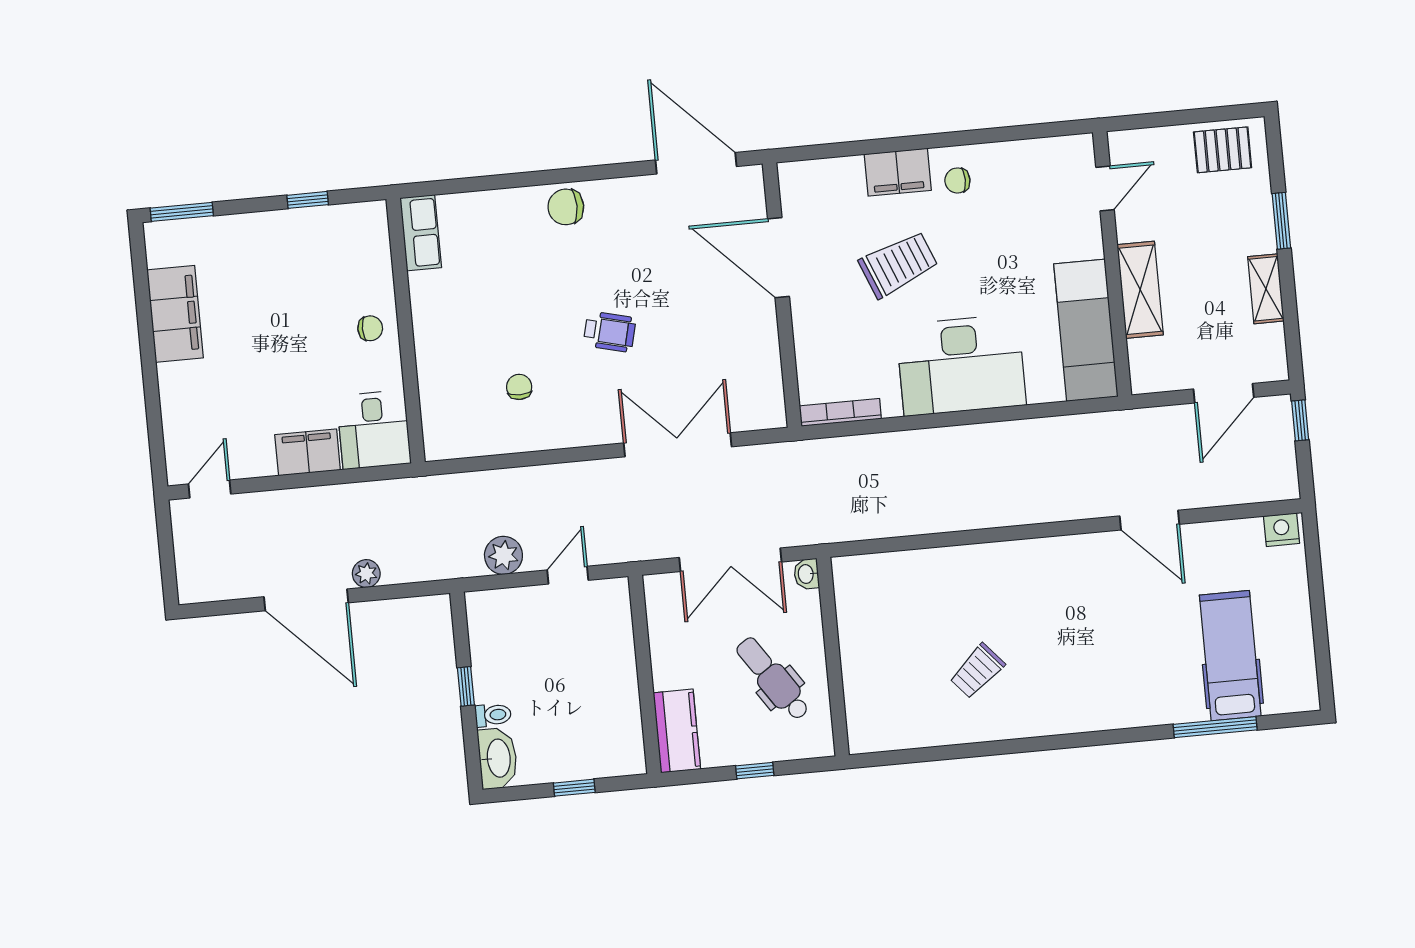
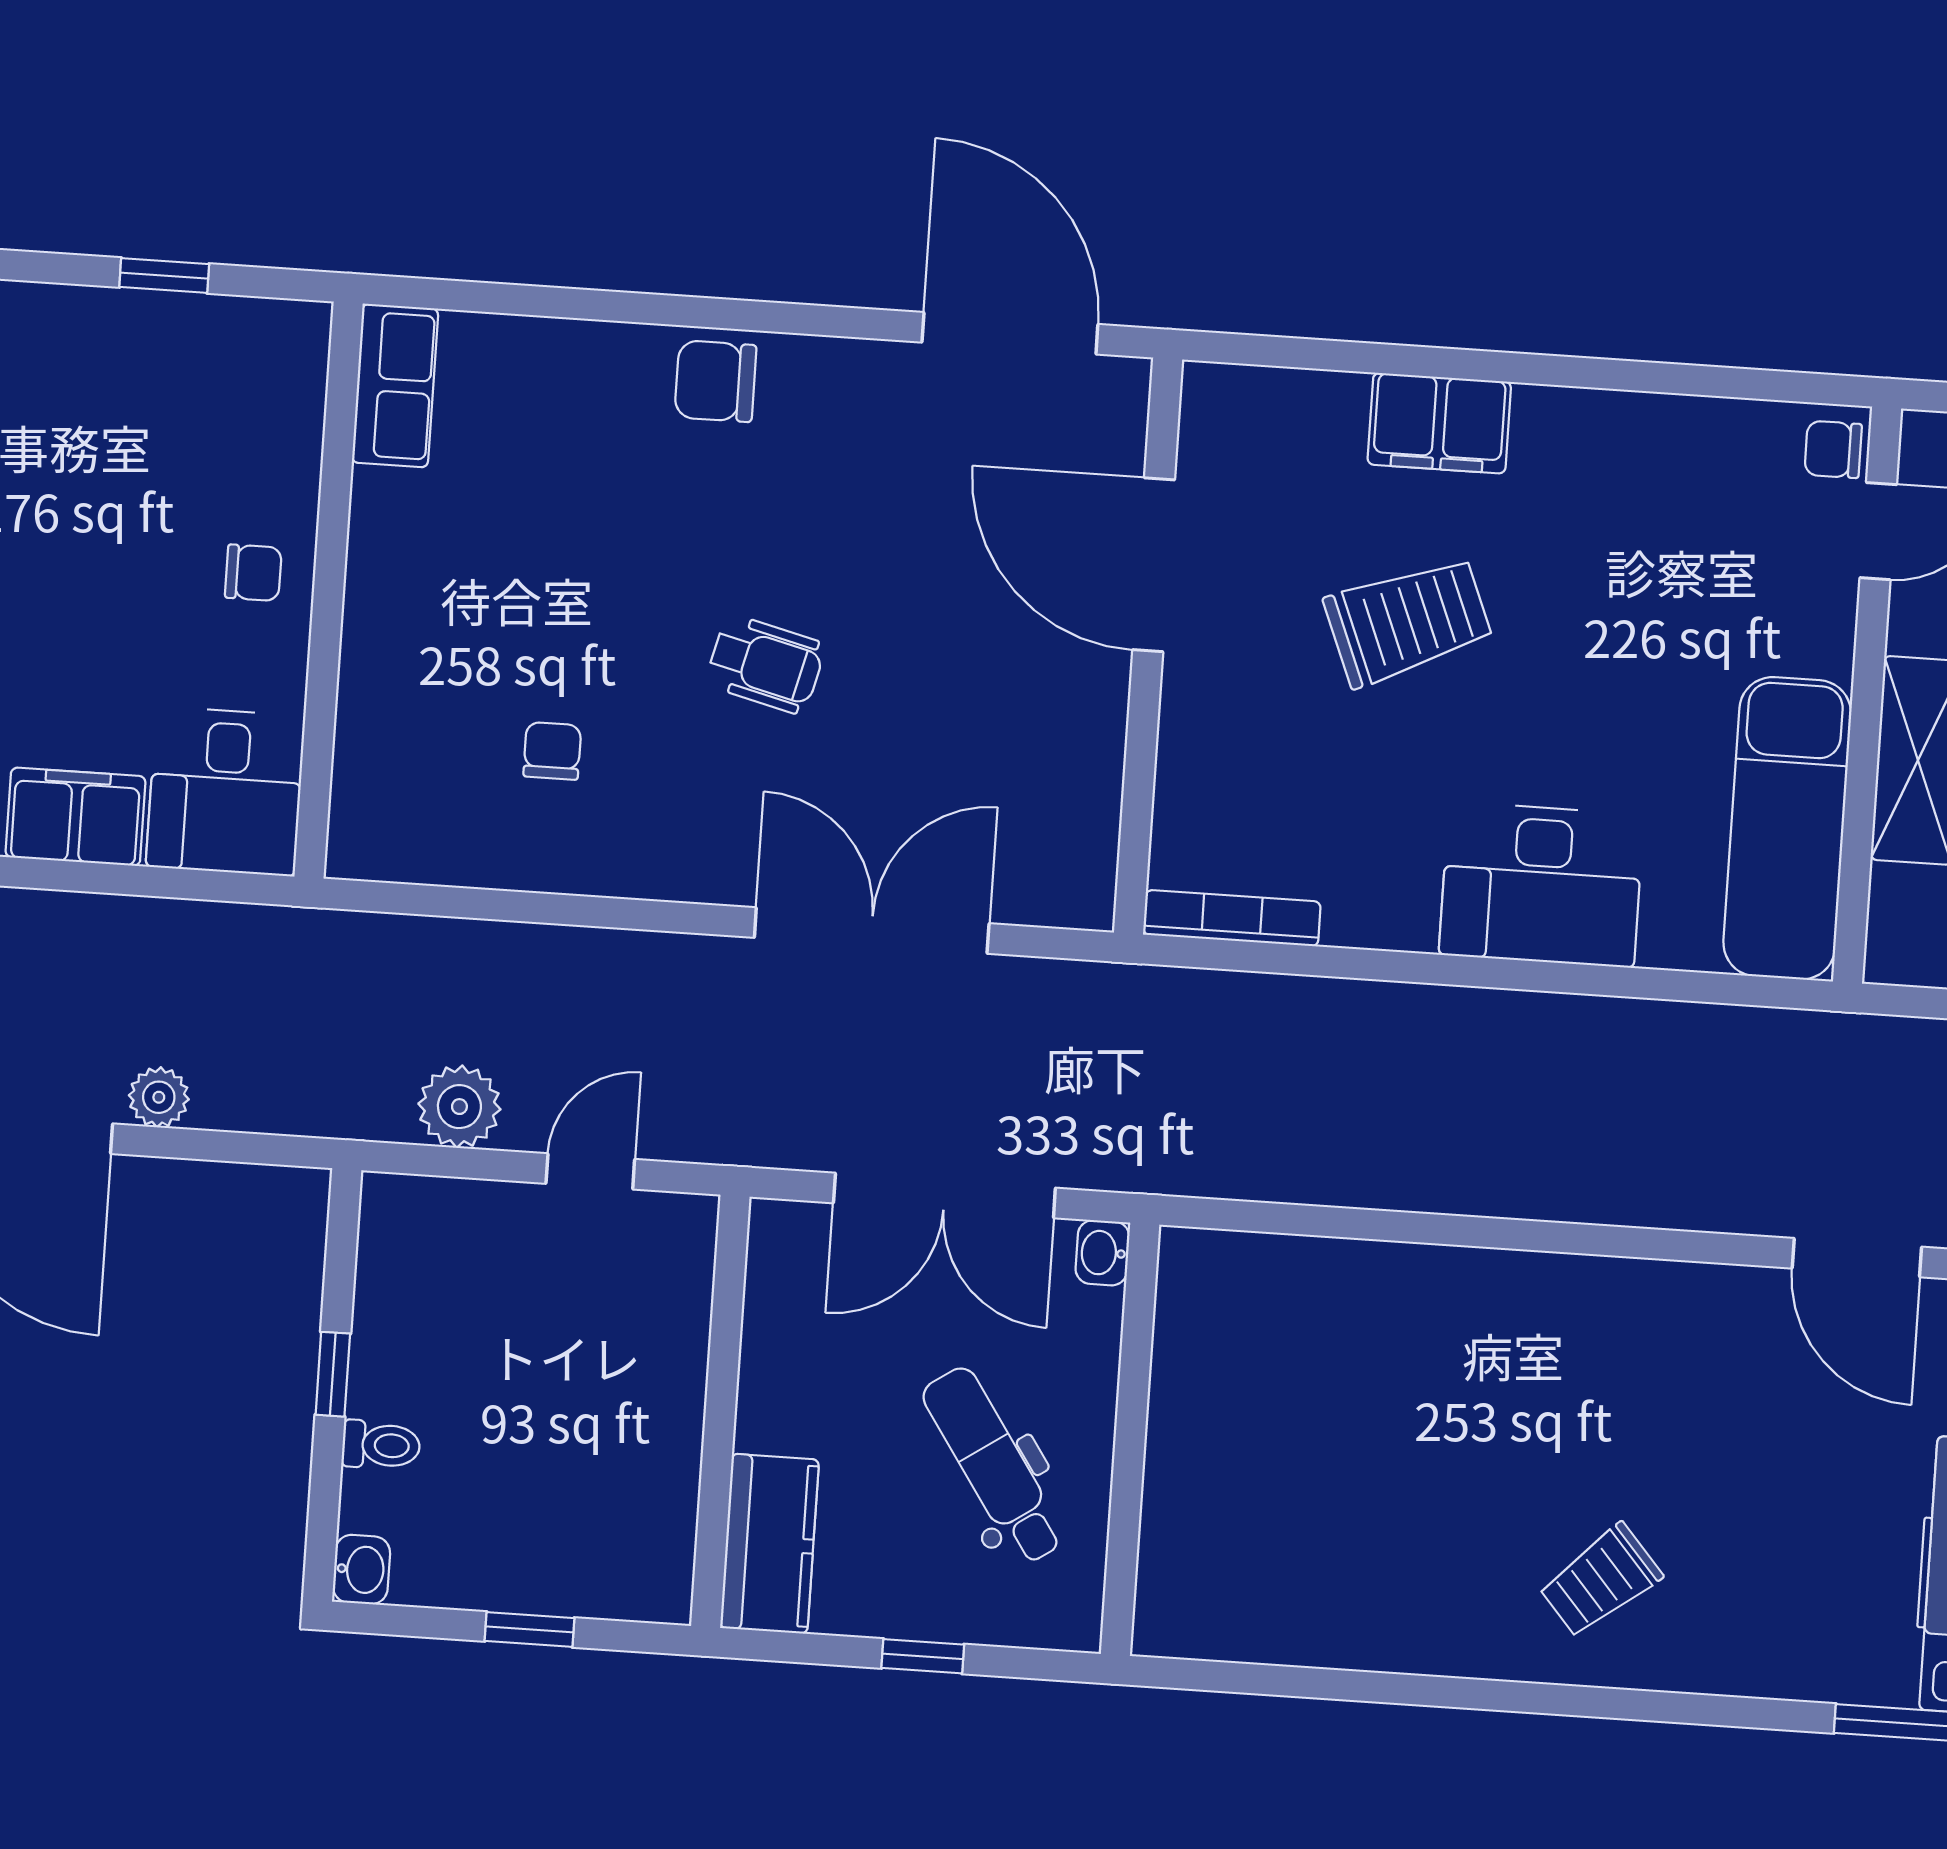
chair: (957, 180) -> (1833, 449), moved
desk: (961, 365) -> (1541, 885), width x0.73, depth x0.77
trolley: (977, 671) -> (1600, 1581), moved
washbasin: (498, 758) -> (361, 1570), width x0.52, depth x0.69

